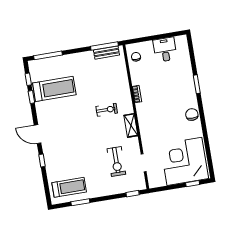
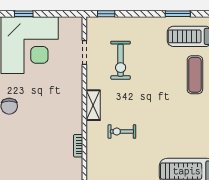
exercise mat: (60, 160) -> (195, 75), added
exercise bike: (116, 162) -> (121, 60), turned 180

